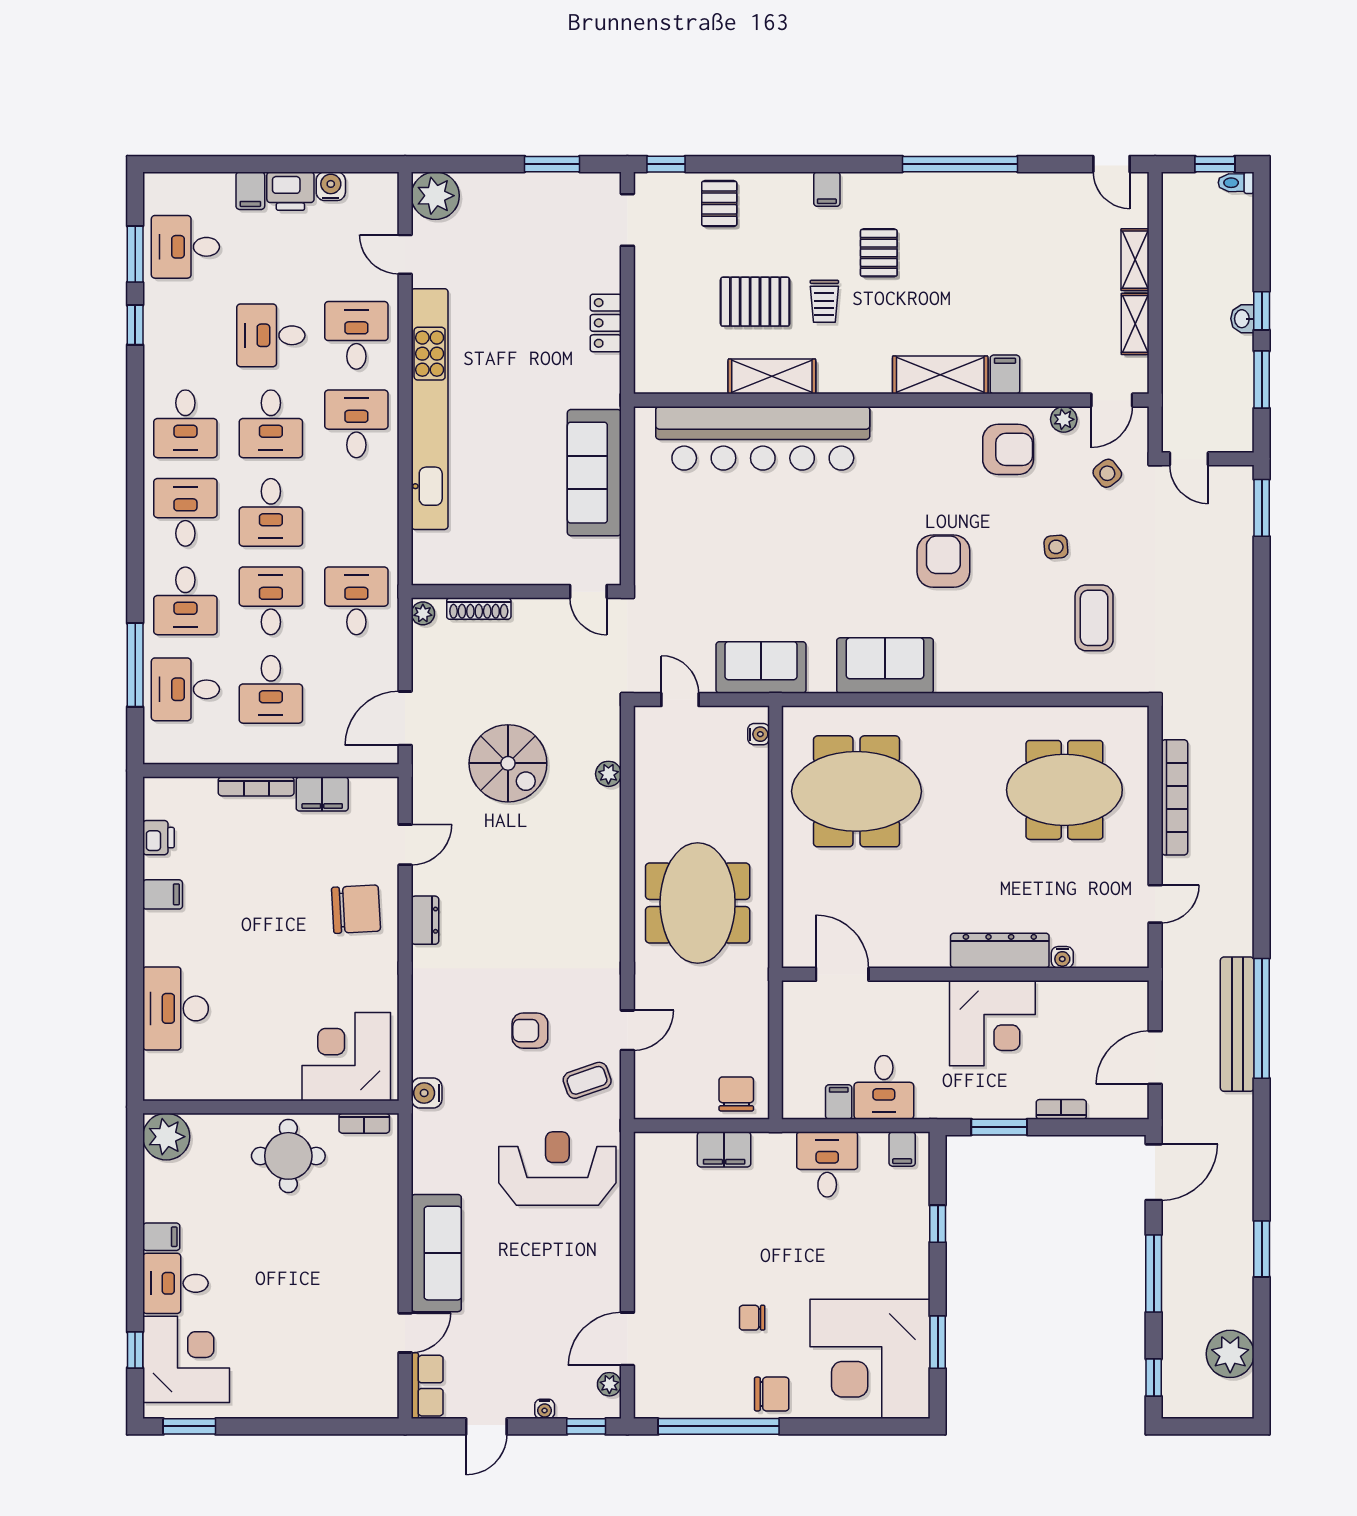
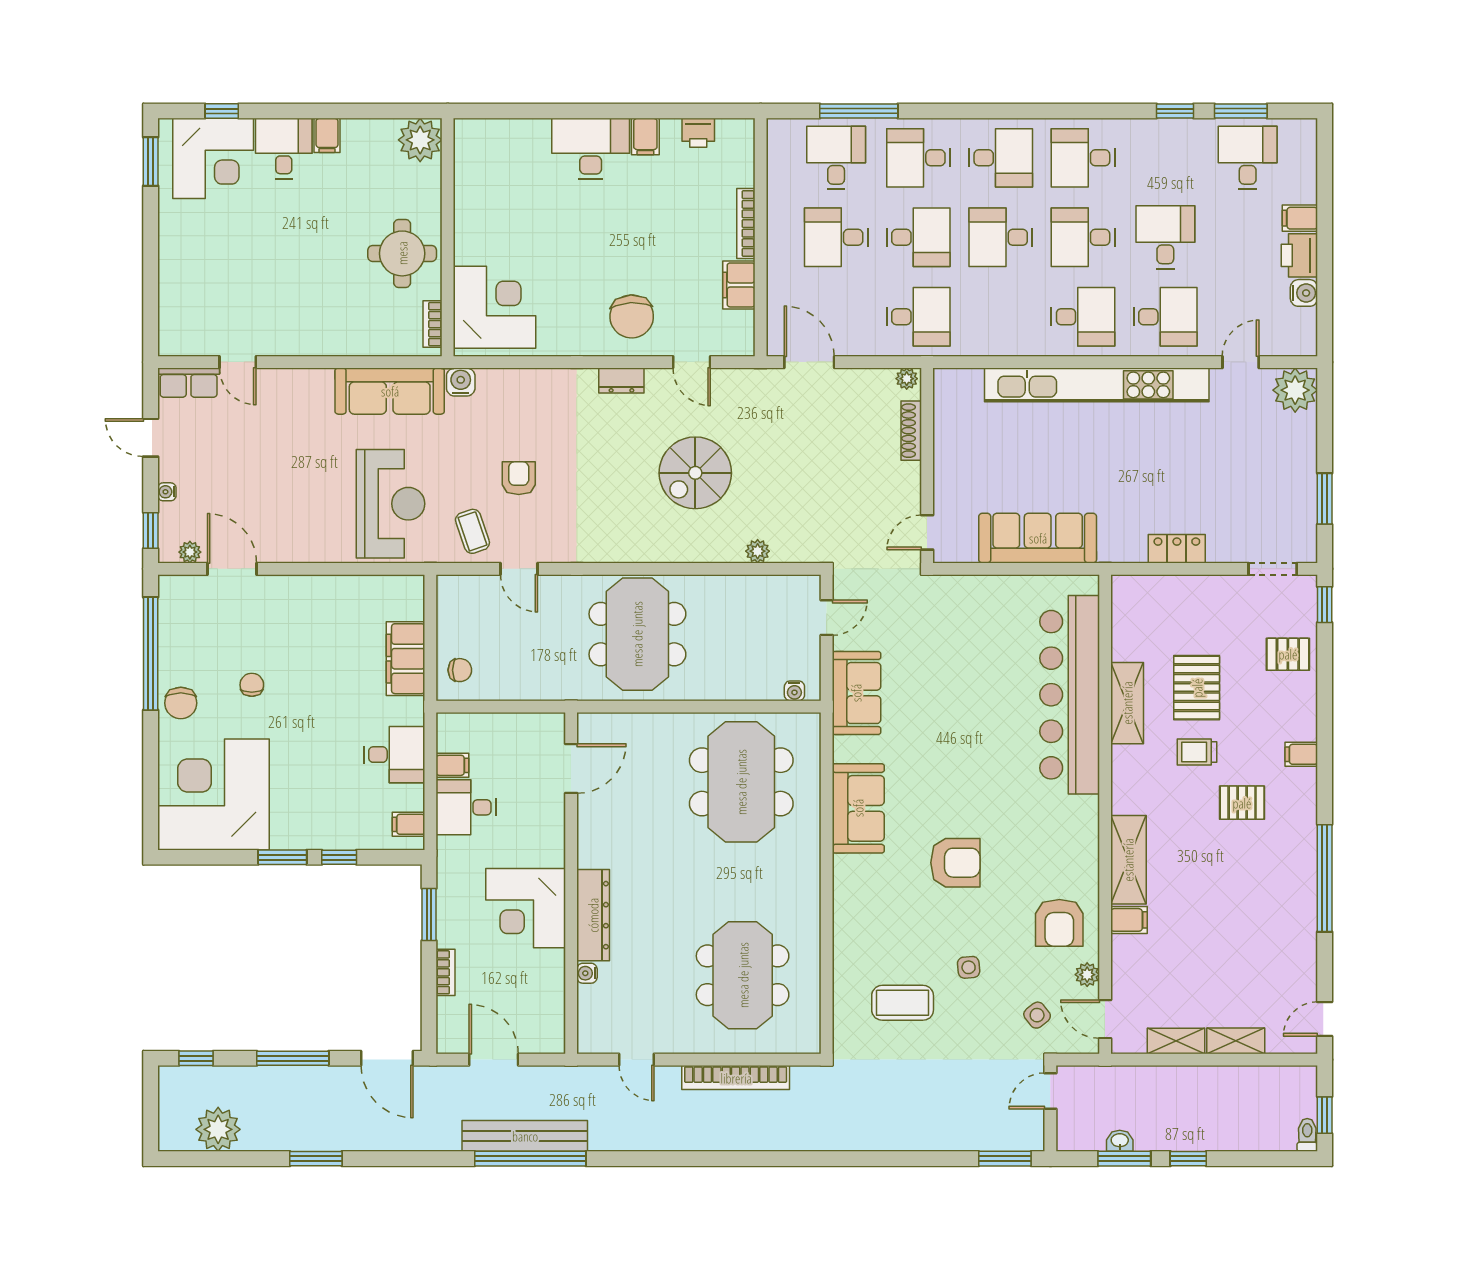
washbasin: (1242, 319) -> (1120, 1141), moved
spiral stairs: (508, 763) -> (695, 473), moved
meeting table: (698, 903) -> (637, 634), turned 90
desk: (176, 1008) -> (591, 149), moved
chair: (736, 1094) -> (460, 670), width x0.73, depth x0.73
filing cabinet: (724, 1149) -> (406, 659), width x1.50, depth x1.17
sofa: (436, 1253) -> (390, 391), moved
window: (938, 1342) -> (282, 857), moved

